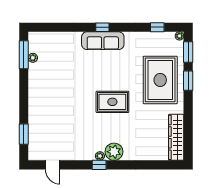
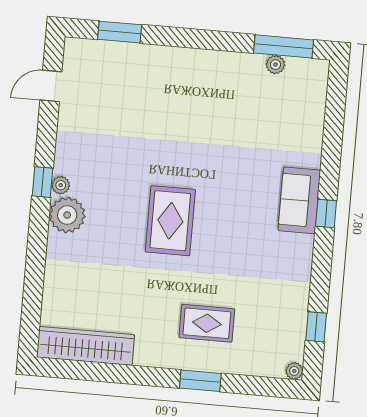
sofa: (103, 41) -> (299, 200), width x0.73
window: (188, 52) -> (259, 386), removed
rug: (160, 80) -> (207, 323), width x0.54, depth x0.49

